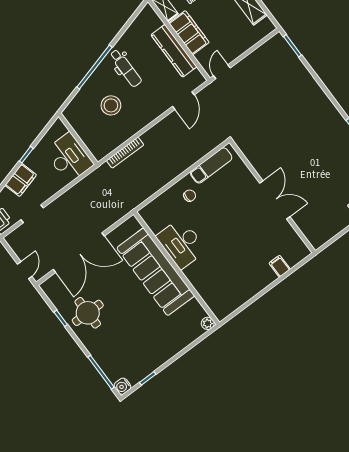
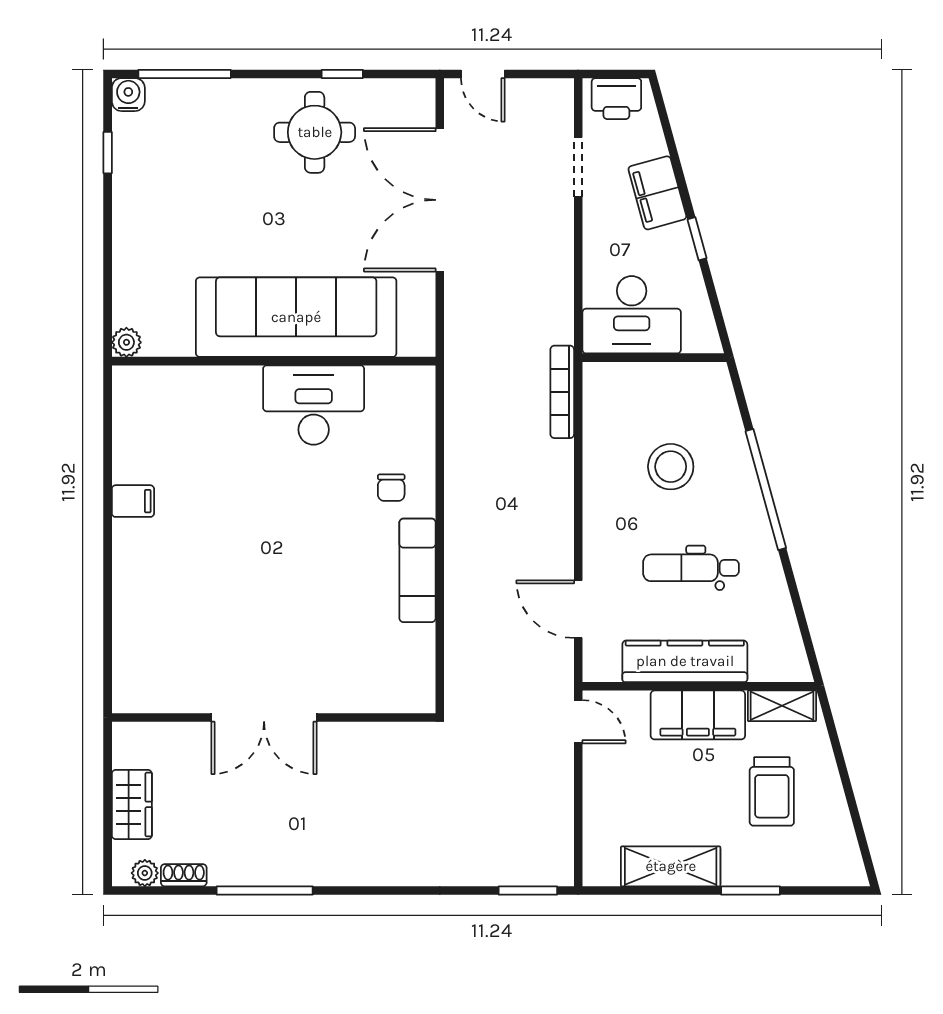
dental chair: (126, 68) -> (691, 568), moved
bookcase: (125, 153) -> (562, 392), moved
wall: (272, 197) -> (274, 717), moved
double door: (275, 200) -> (264, 717), moved
filing cabinet: (280, 266) -> (133, 501), moved

